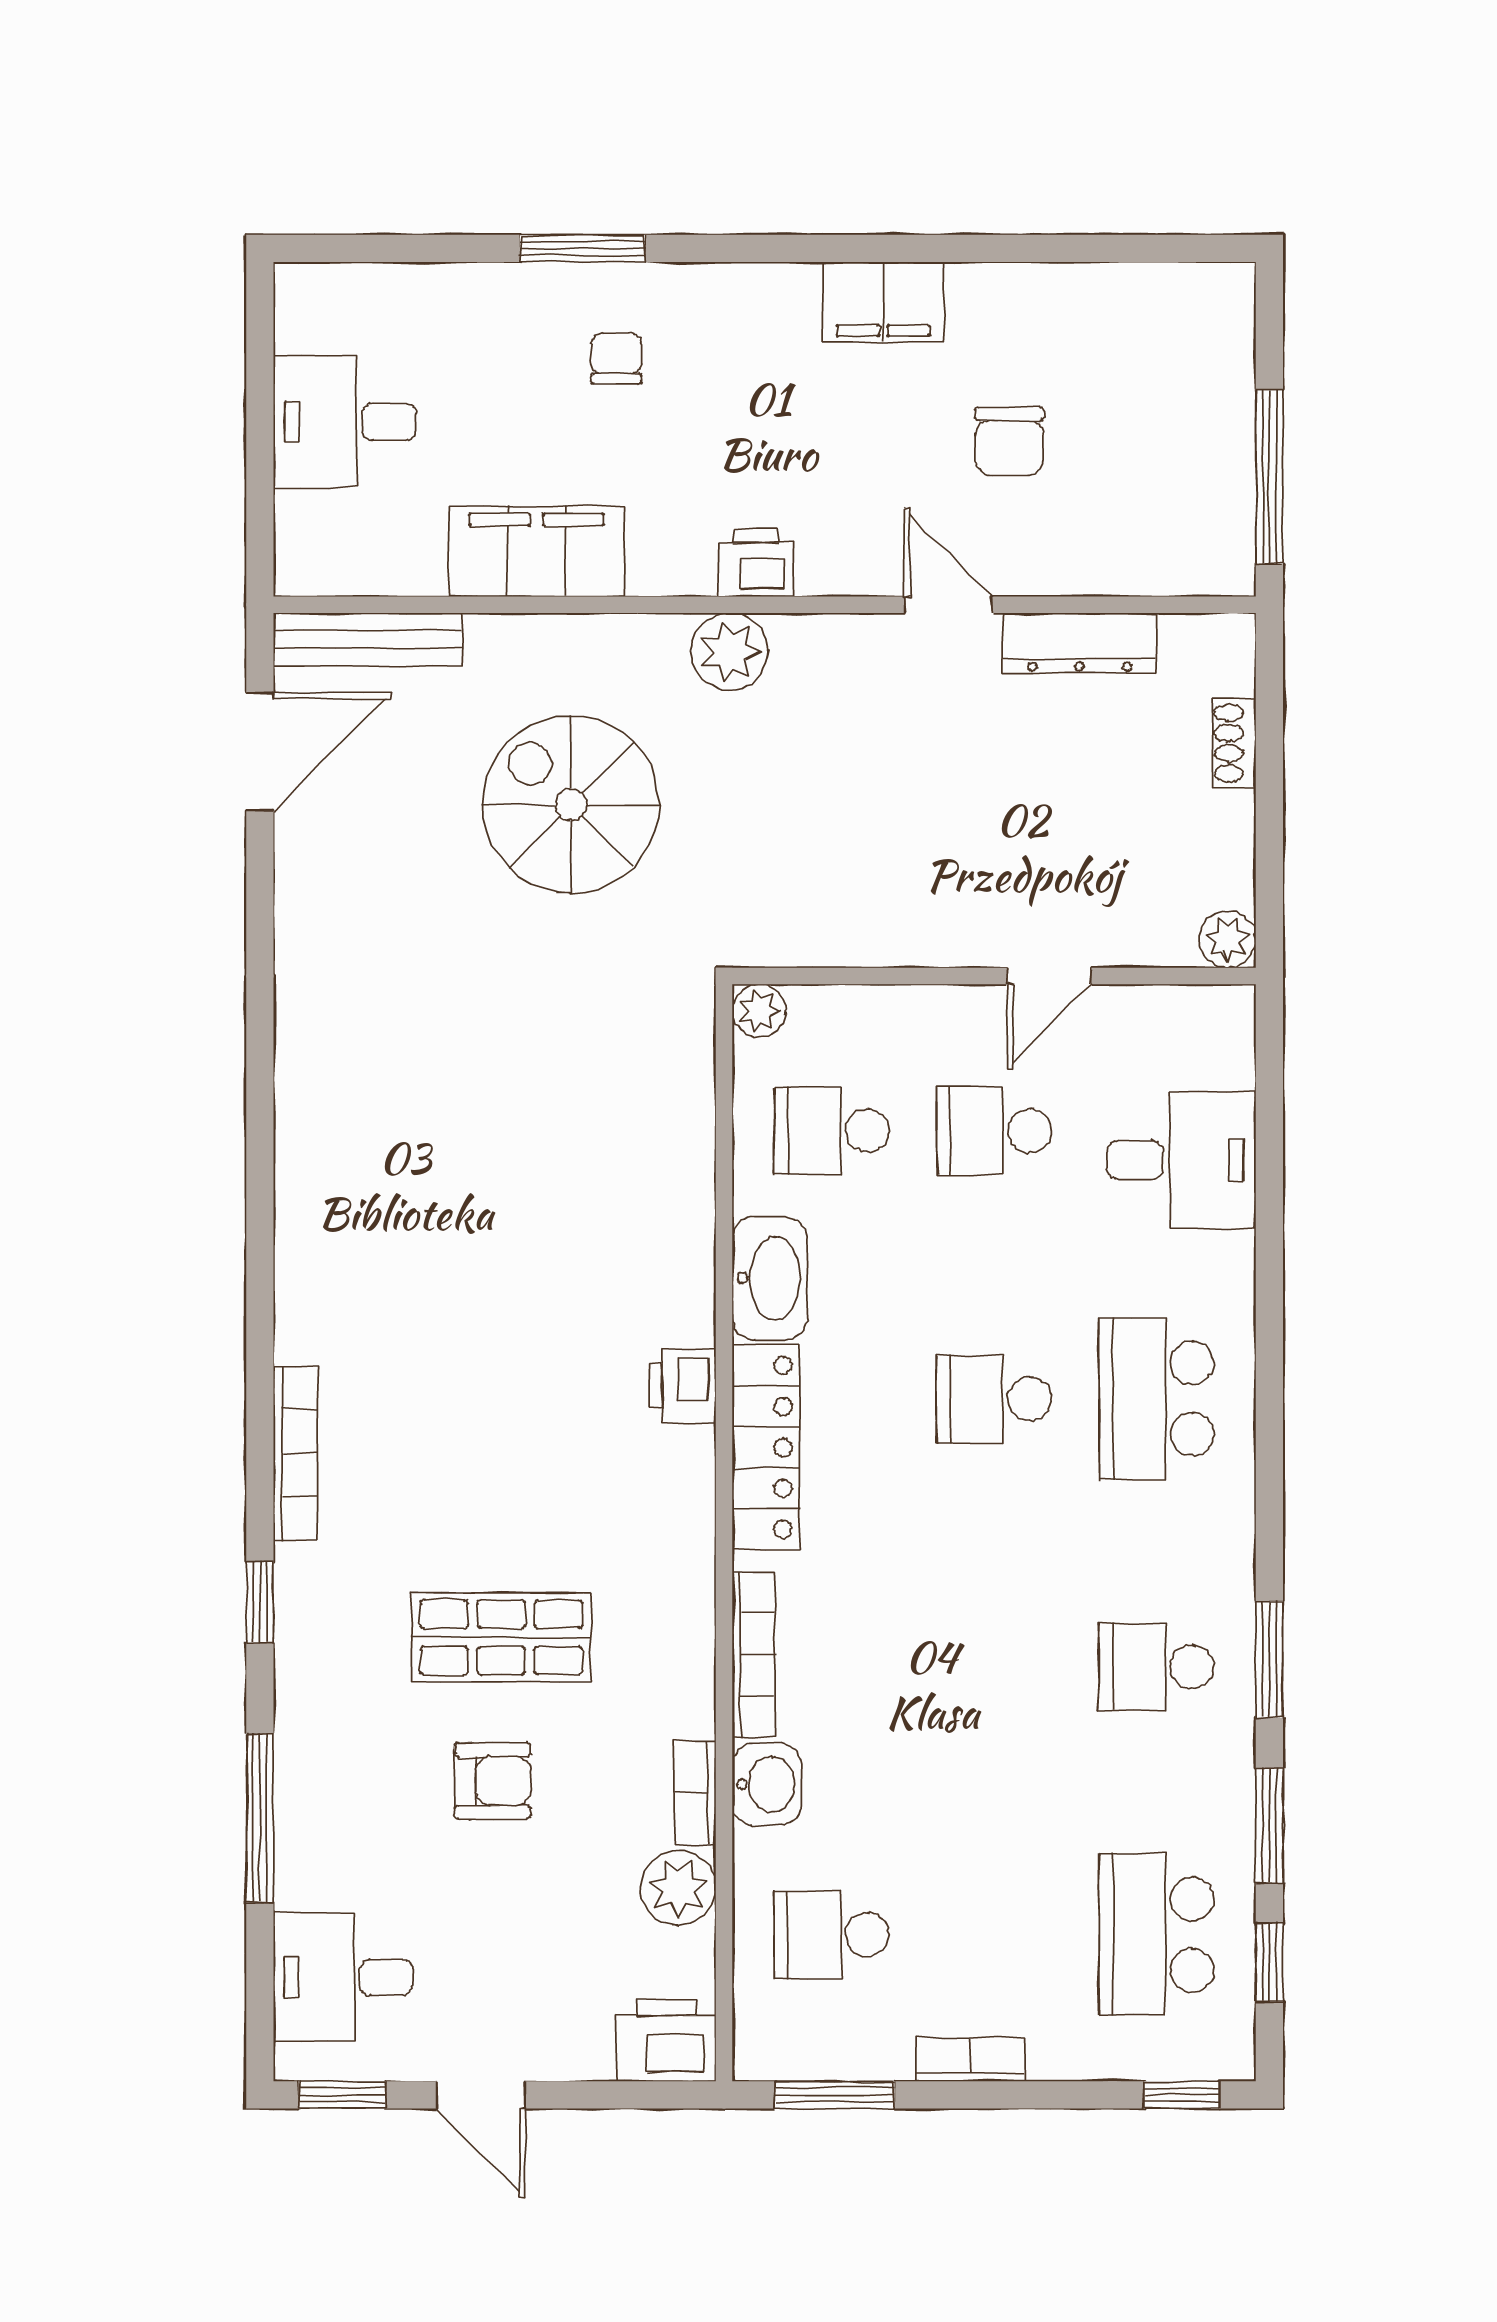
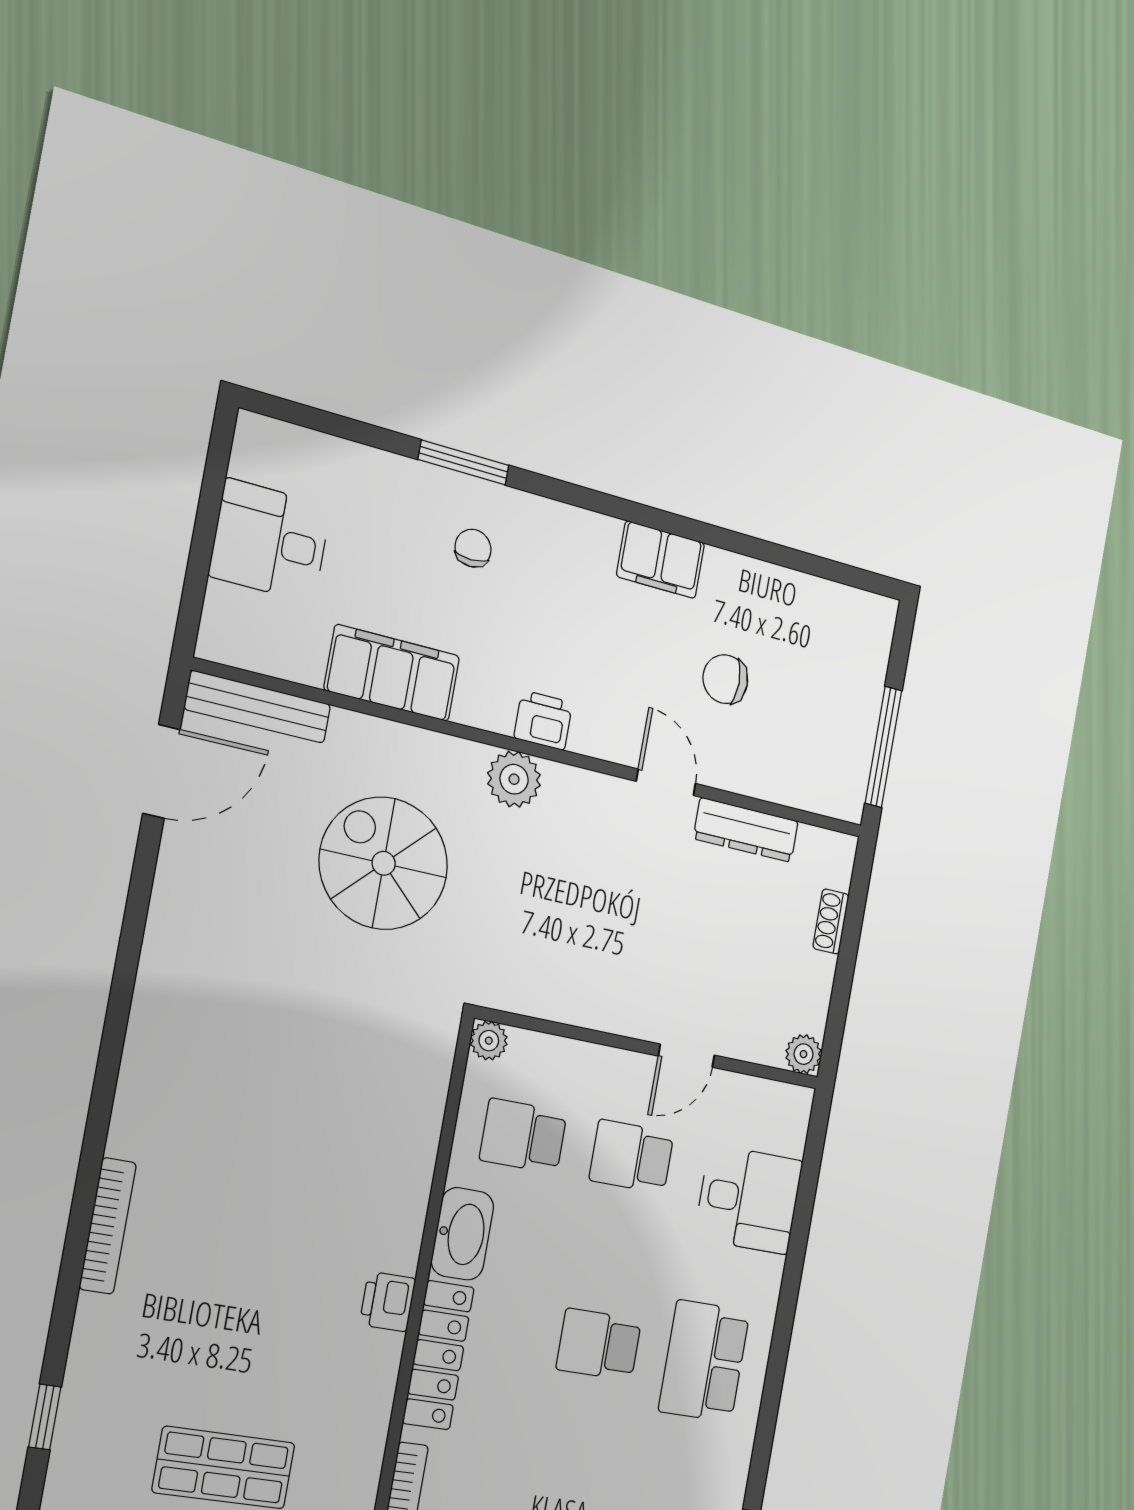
chair: (1009, 441) -> (725, 679), turned 90
bookcase: (296, 1453) -> (108, 1226), moved

